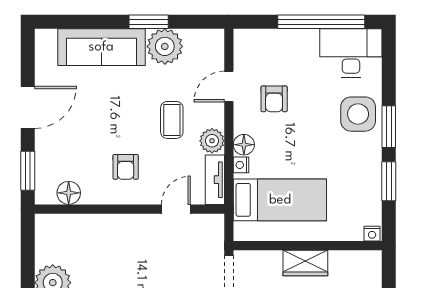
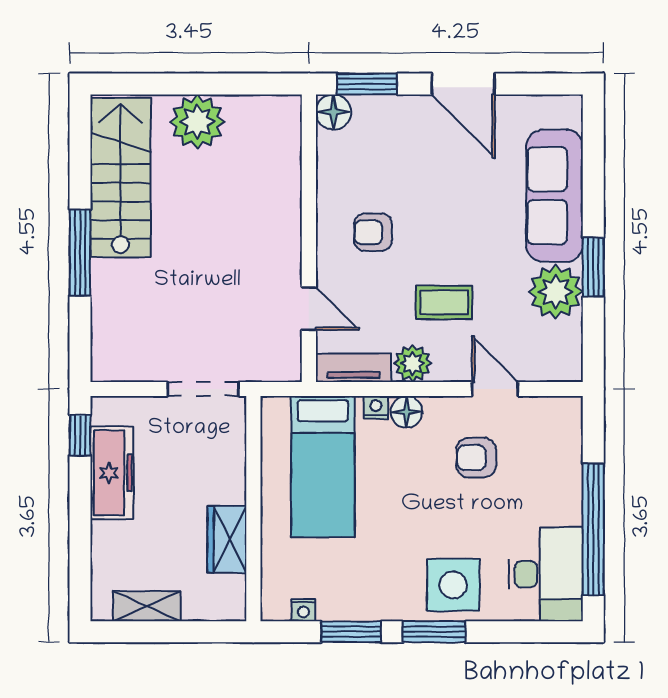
floor lamp: (69, 193) -> (333, 112), moved
nightstand: (372, 234) -> (303, 610), moved, turned -90
wardrobe: (305, 263) -> (227, 539), moved

